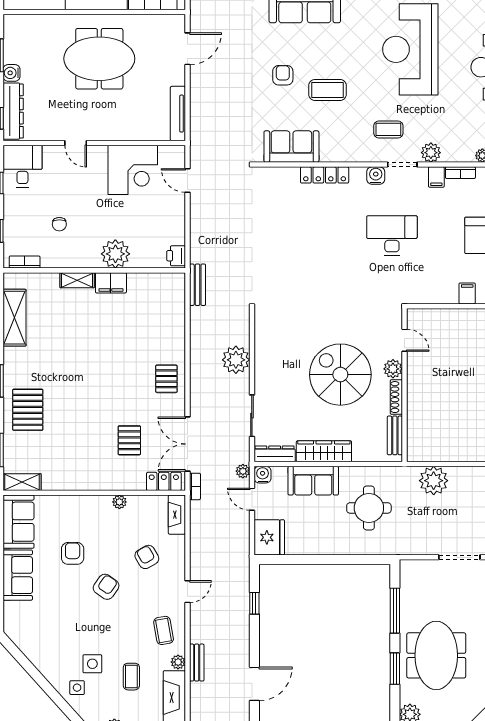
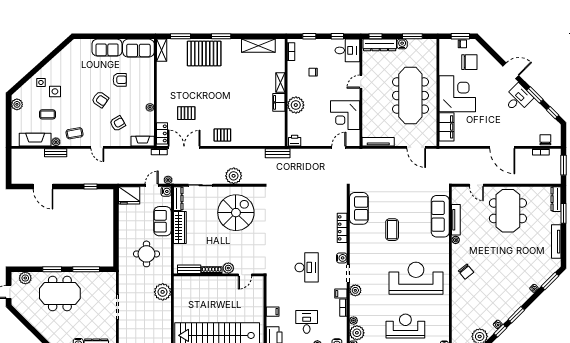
meeting table: (99, 59) -> (410, 96), width x1.36
armchair: (283, 75) -> (401, 203), removed
coffee table: (388, 129) -> (369, 265), removed
spiral stairs: (340, 375) -> (236, 213), moved
pallet: (28, 410) -> (204, 54), width x1.37, depth x1.41

